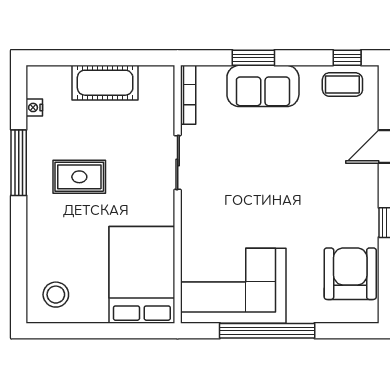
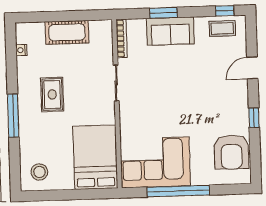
window: (19, 163) -> (13, 116), moved
rug: (79, 177) -> (52, 94), turned 90
armchair: (350, 274) -> (231, 152), turned 180

